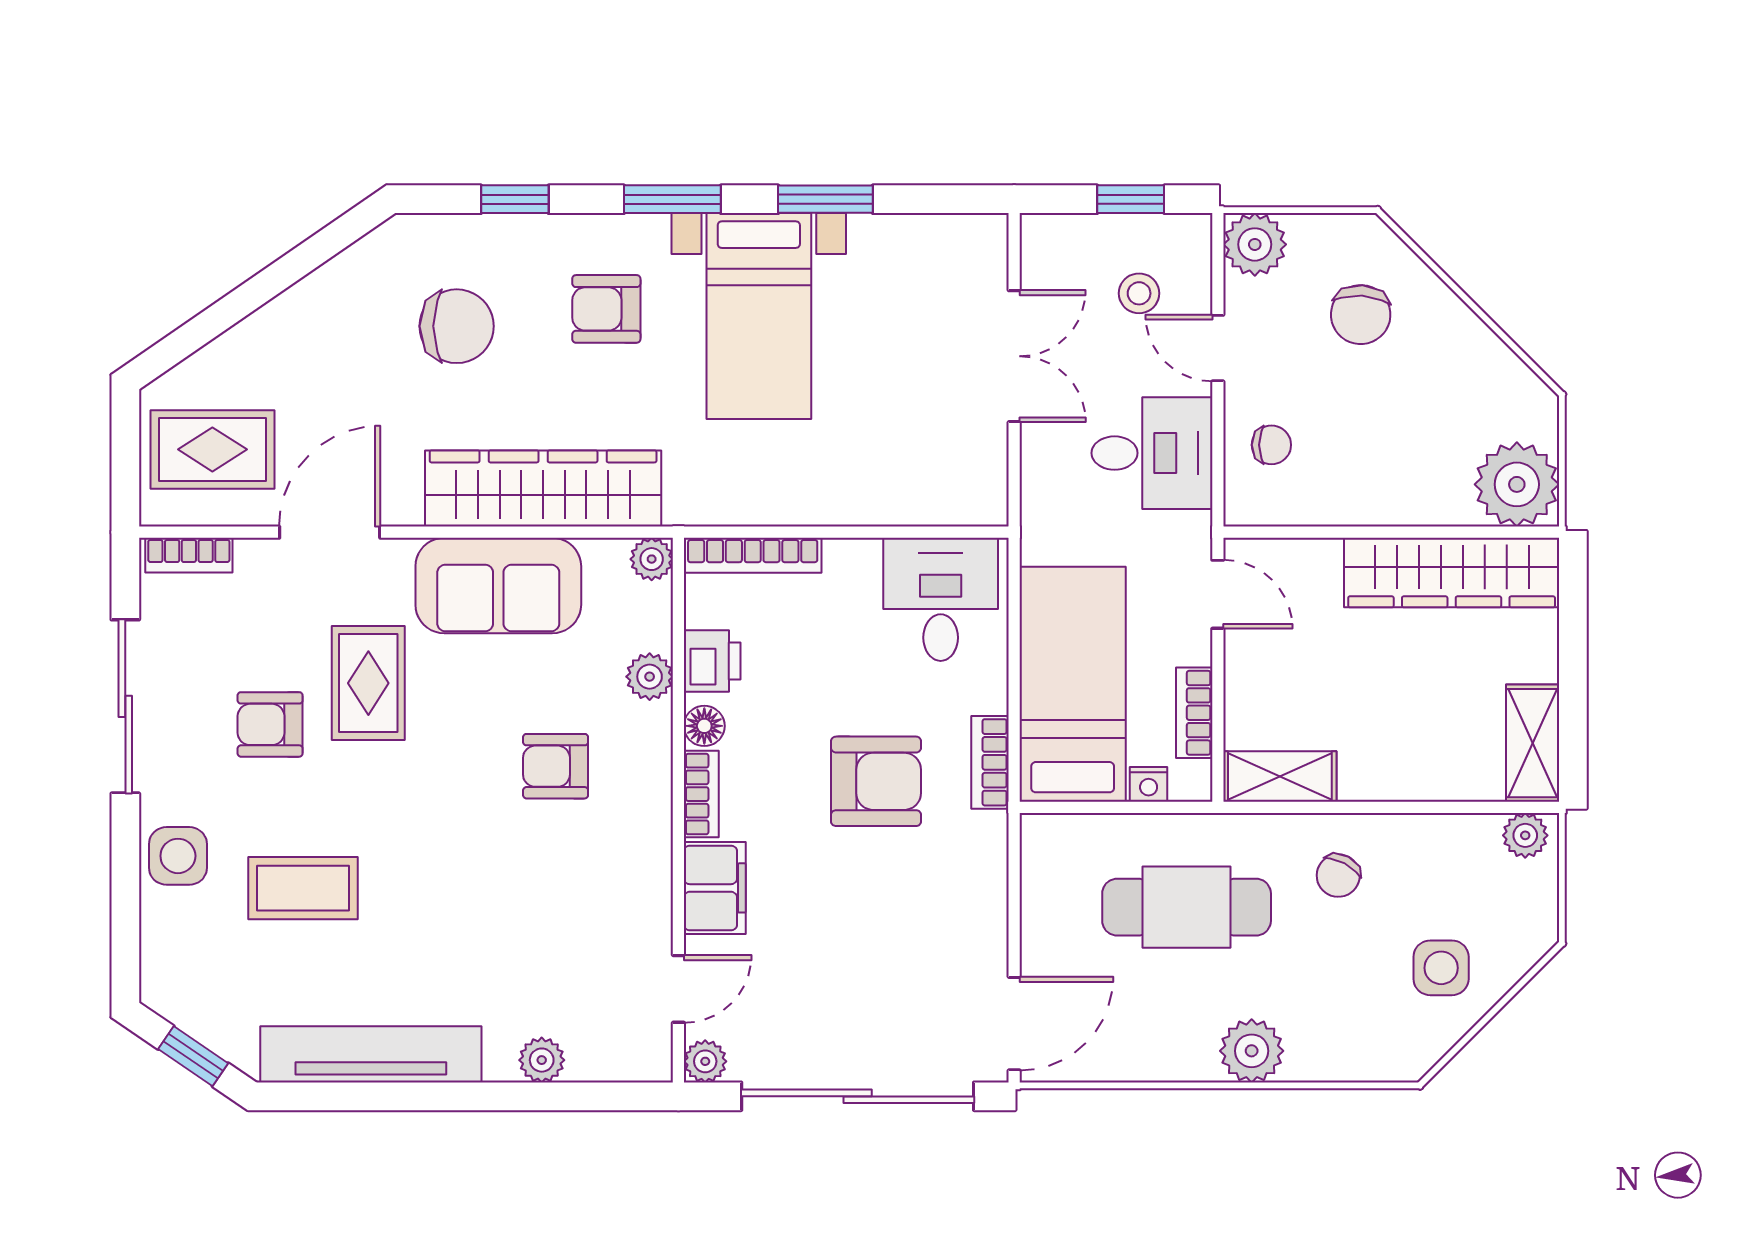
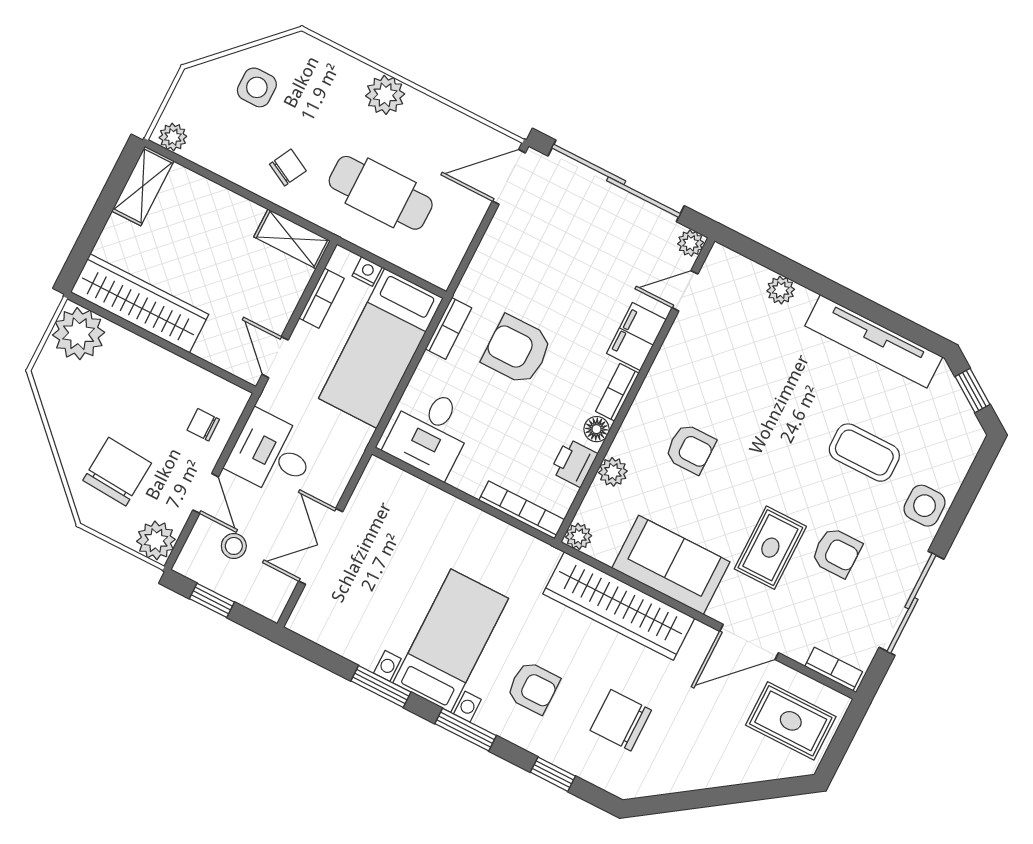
chair: (1361, 315) -> (117, 472), width x1.37, depth x1.37

